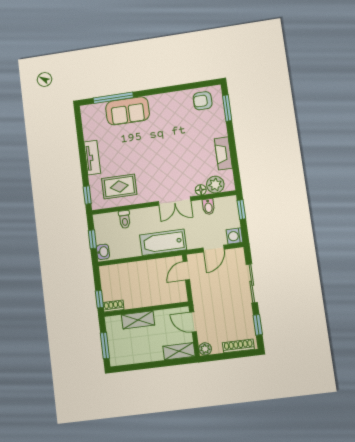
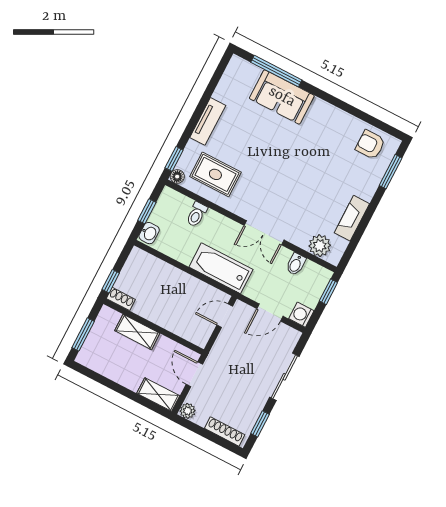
floor lamp: (201, 190) -> (177, 177), moved

